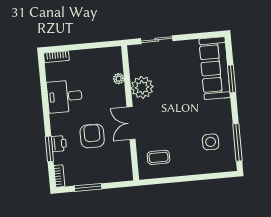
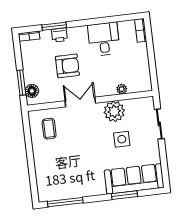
side table: (211, 142) -> (122, 139), moved
floor lamp: (118, 175) -> (32, 91), added
window: (88, 187) -> (21, 83), moved

